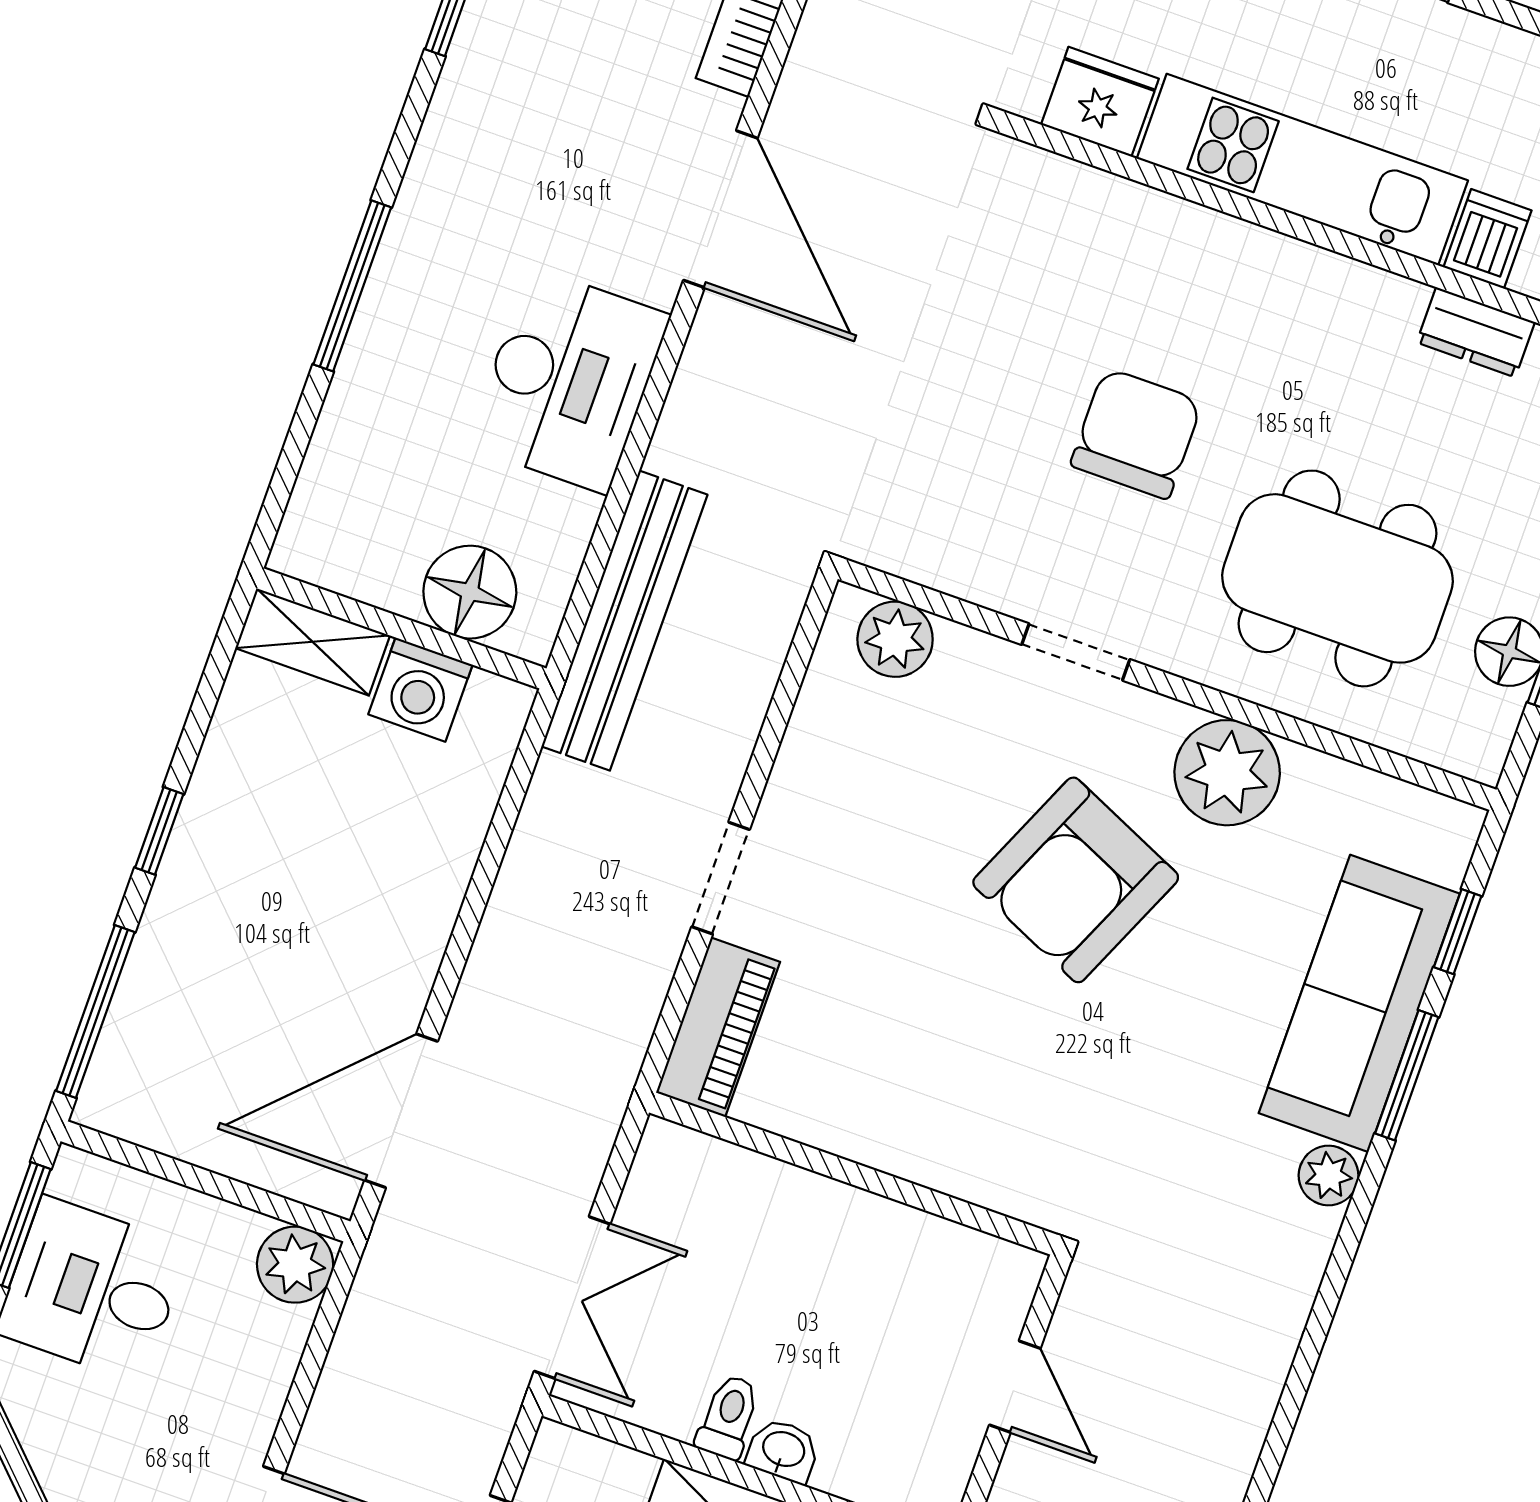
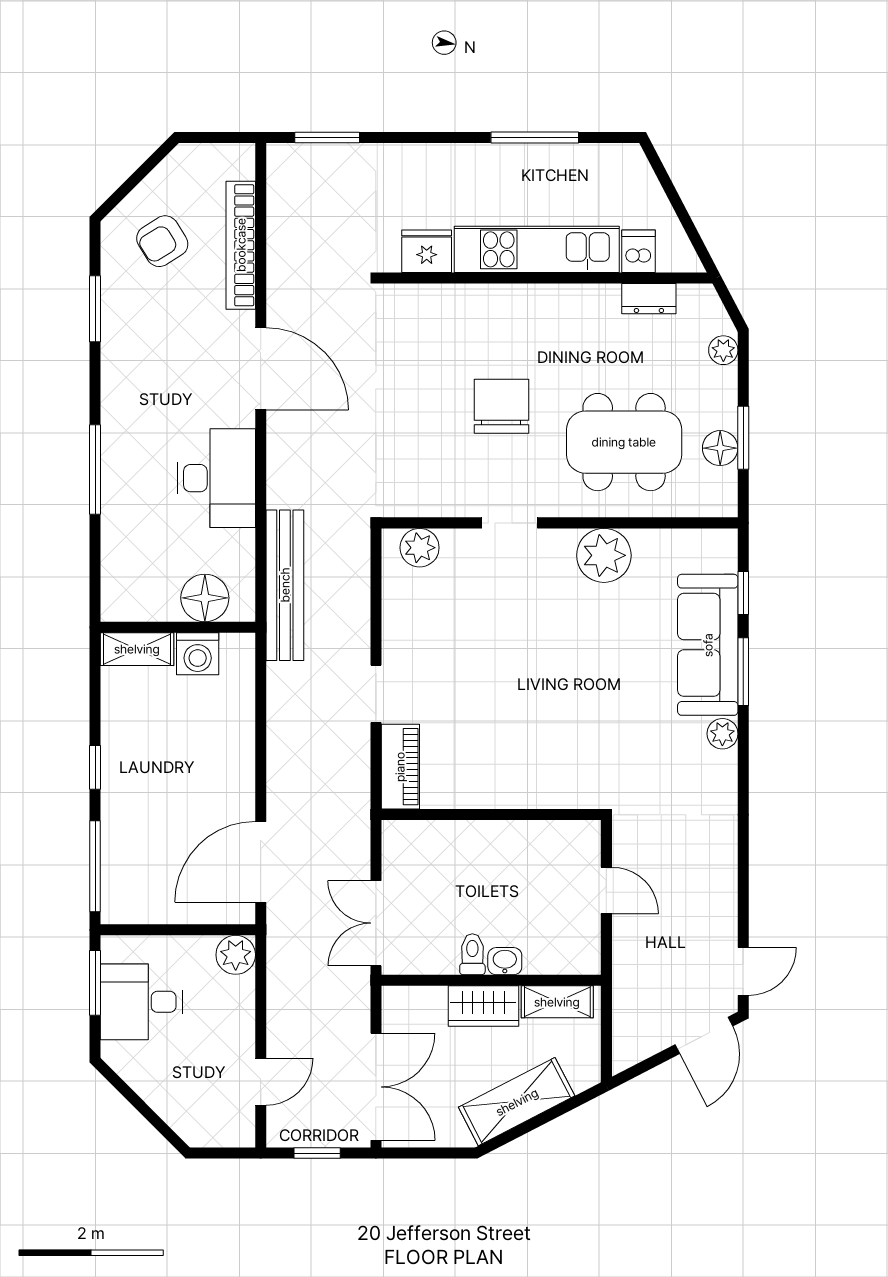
armchair: (1076, 880) -> (549, 634), removed
double door: (572, 1298) -> (376, 923), swing flipped

